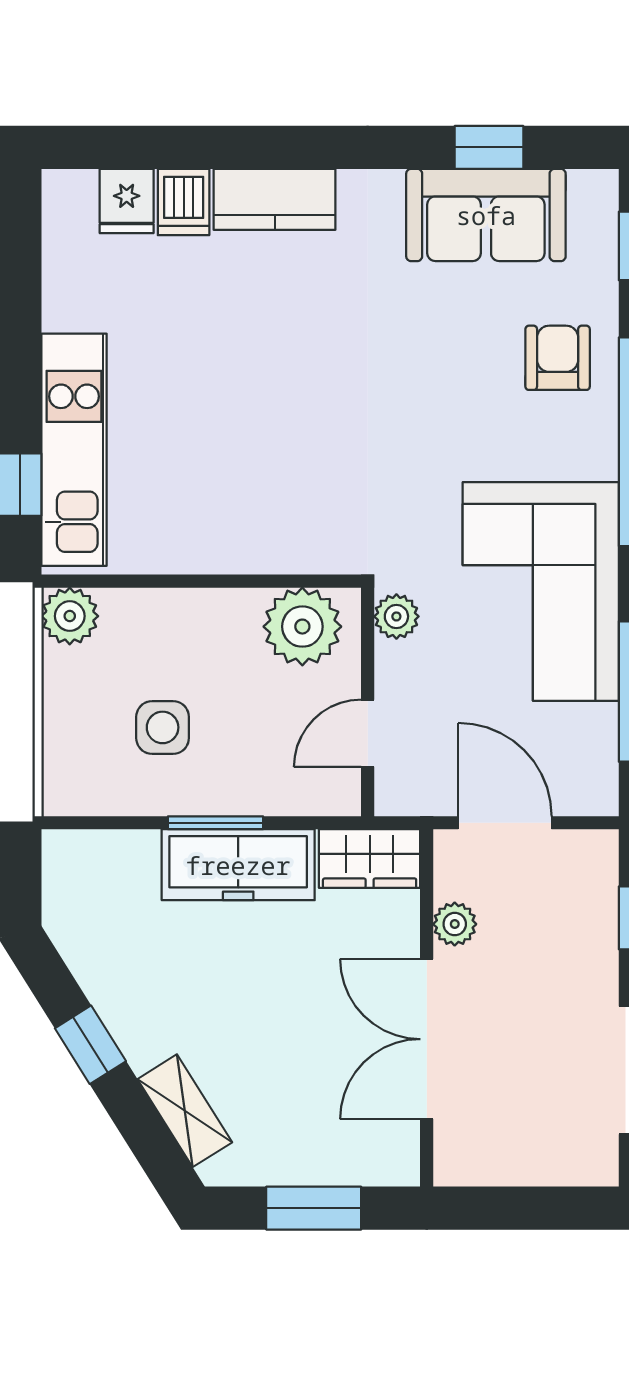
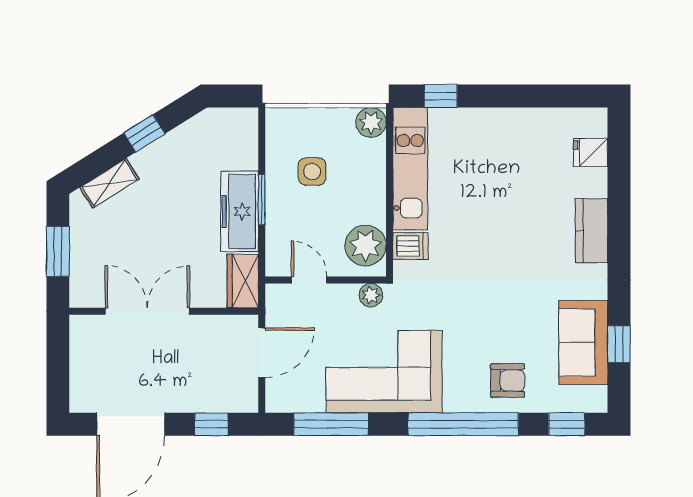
dishwasher: (184, 202) -> (410, 246), moved, turned 180
kitchen unit: (74, 450) -> (410, 169), moved, turned -90
plant: (455, 924) -> (208, 326), removed

